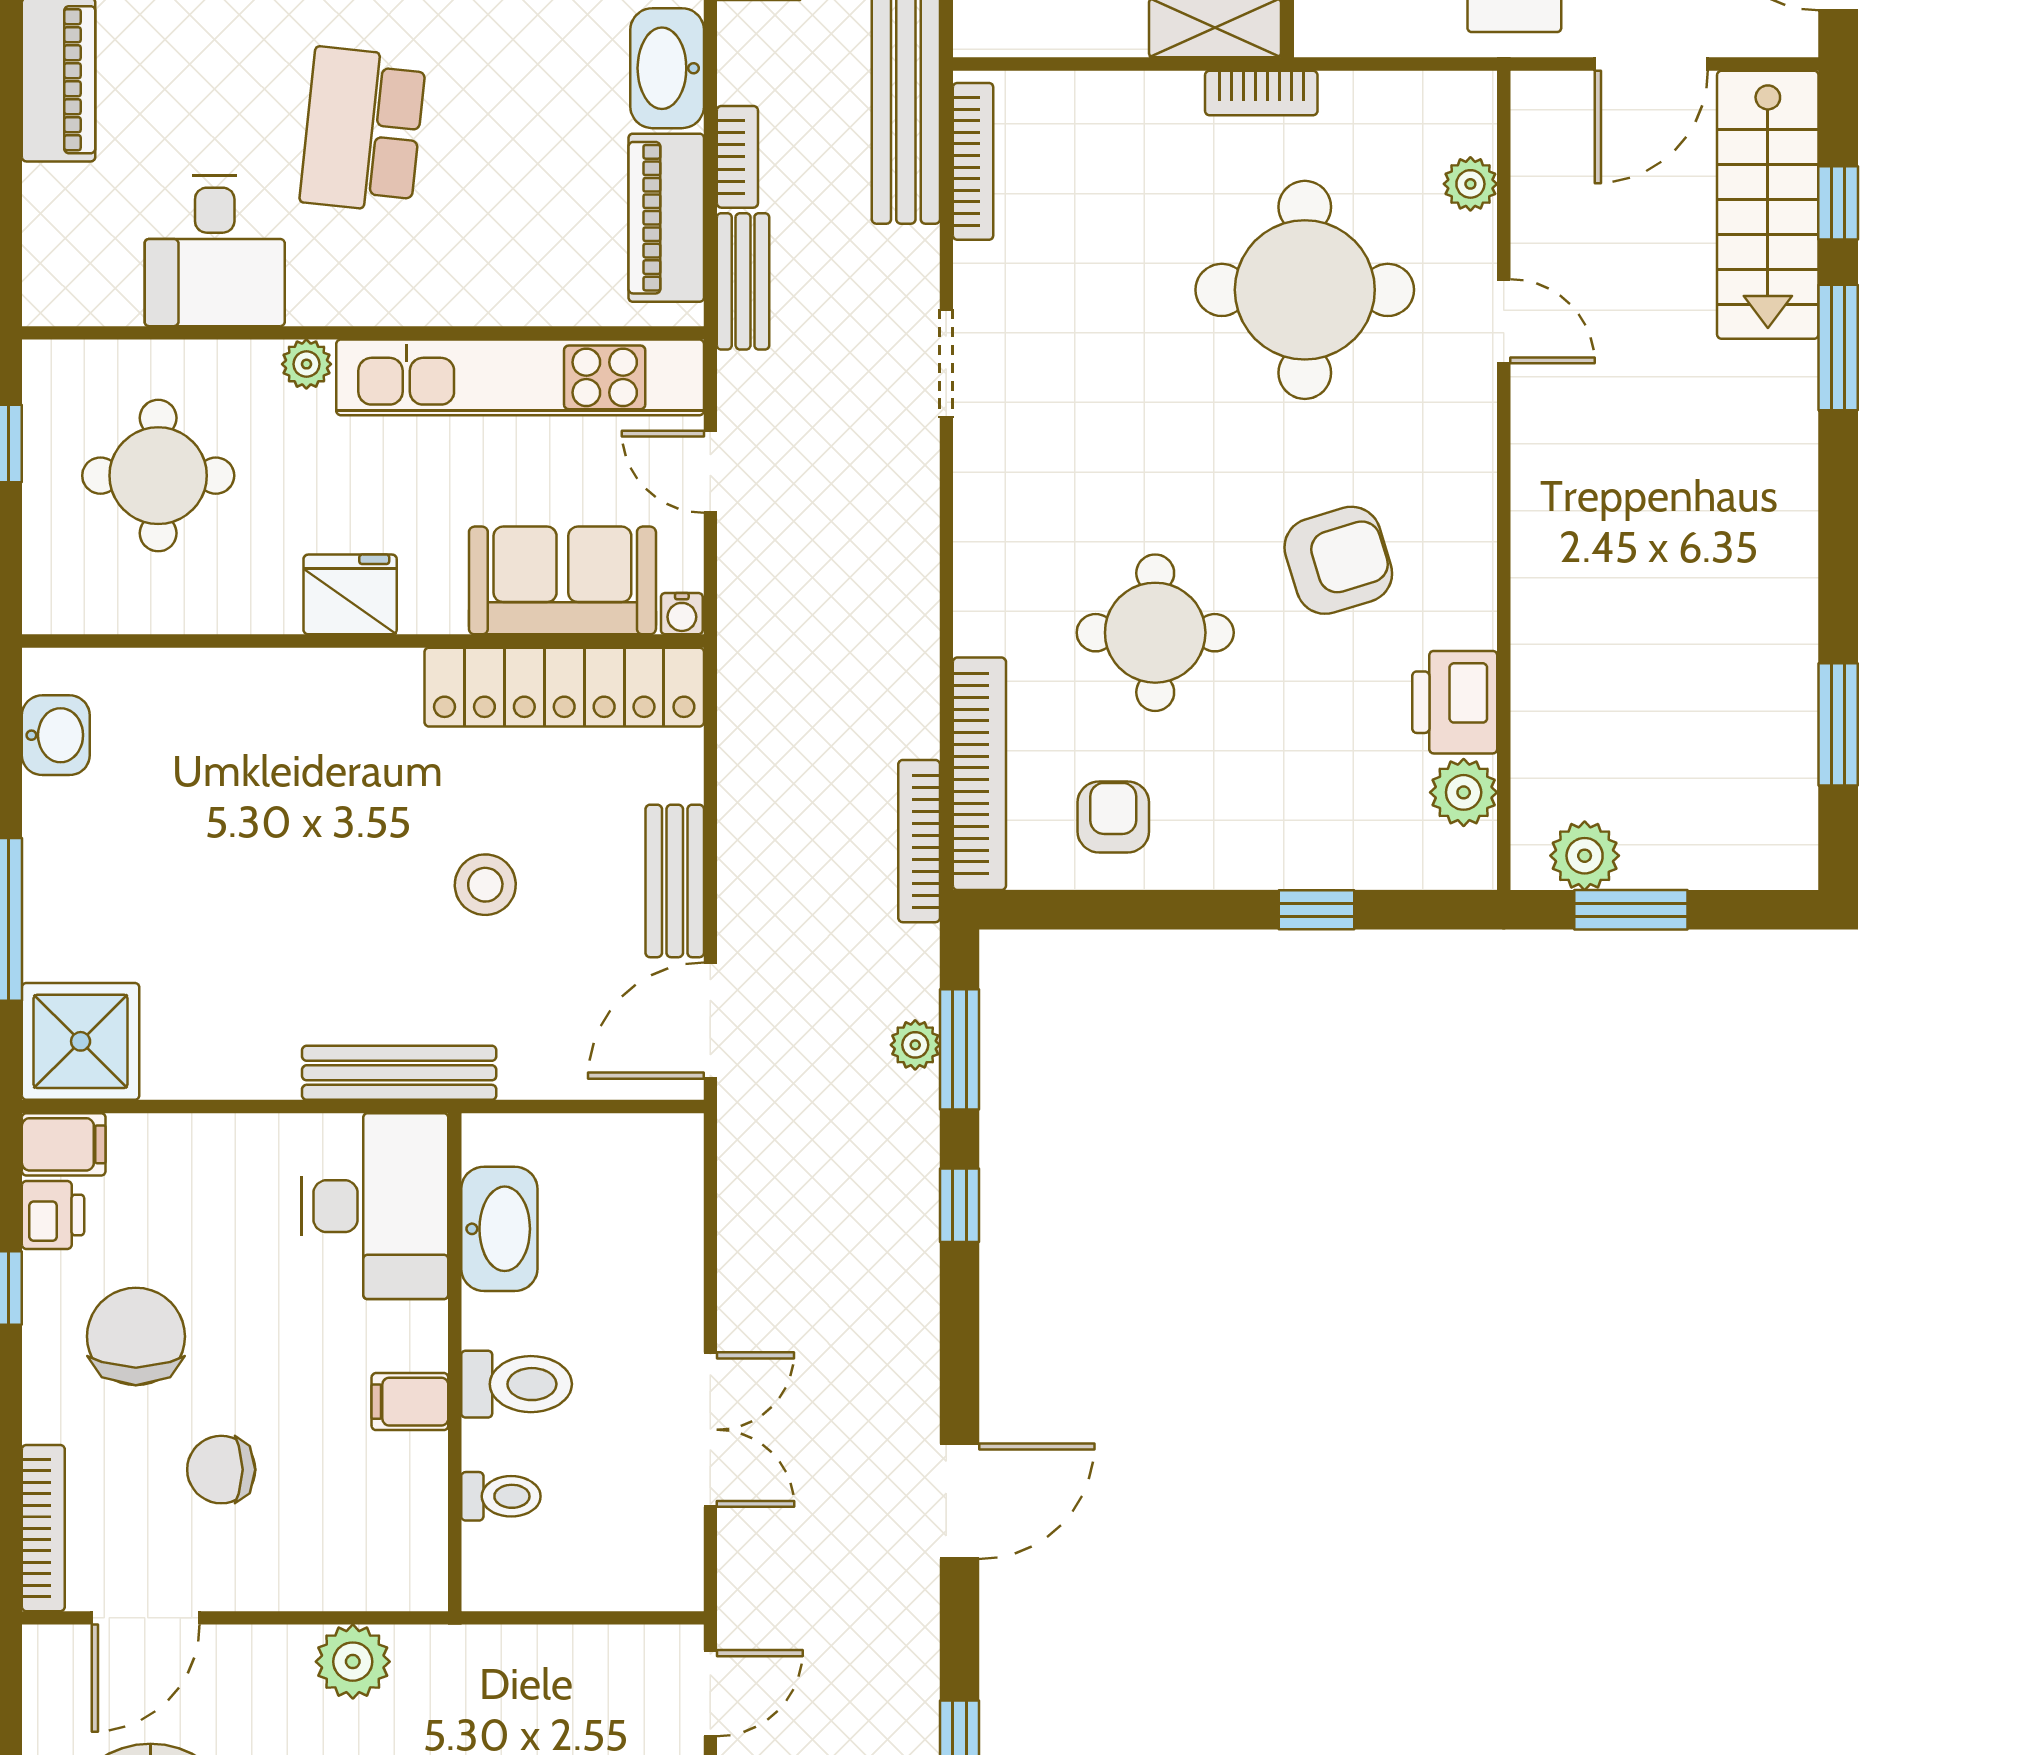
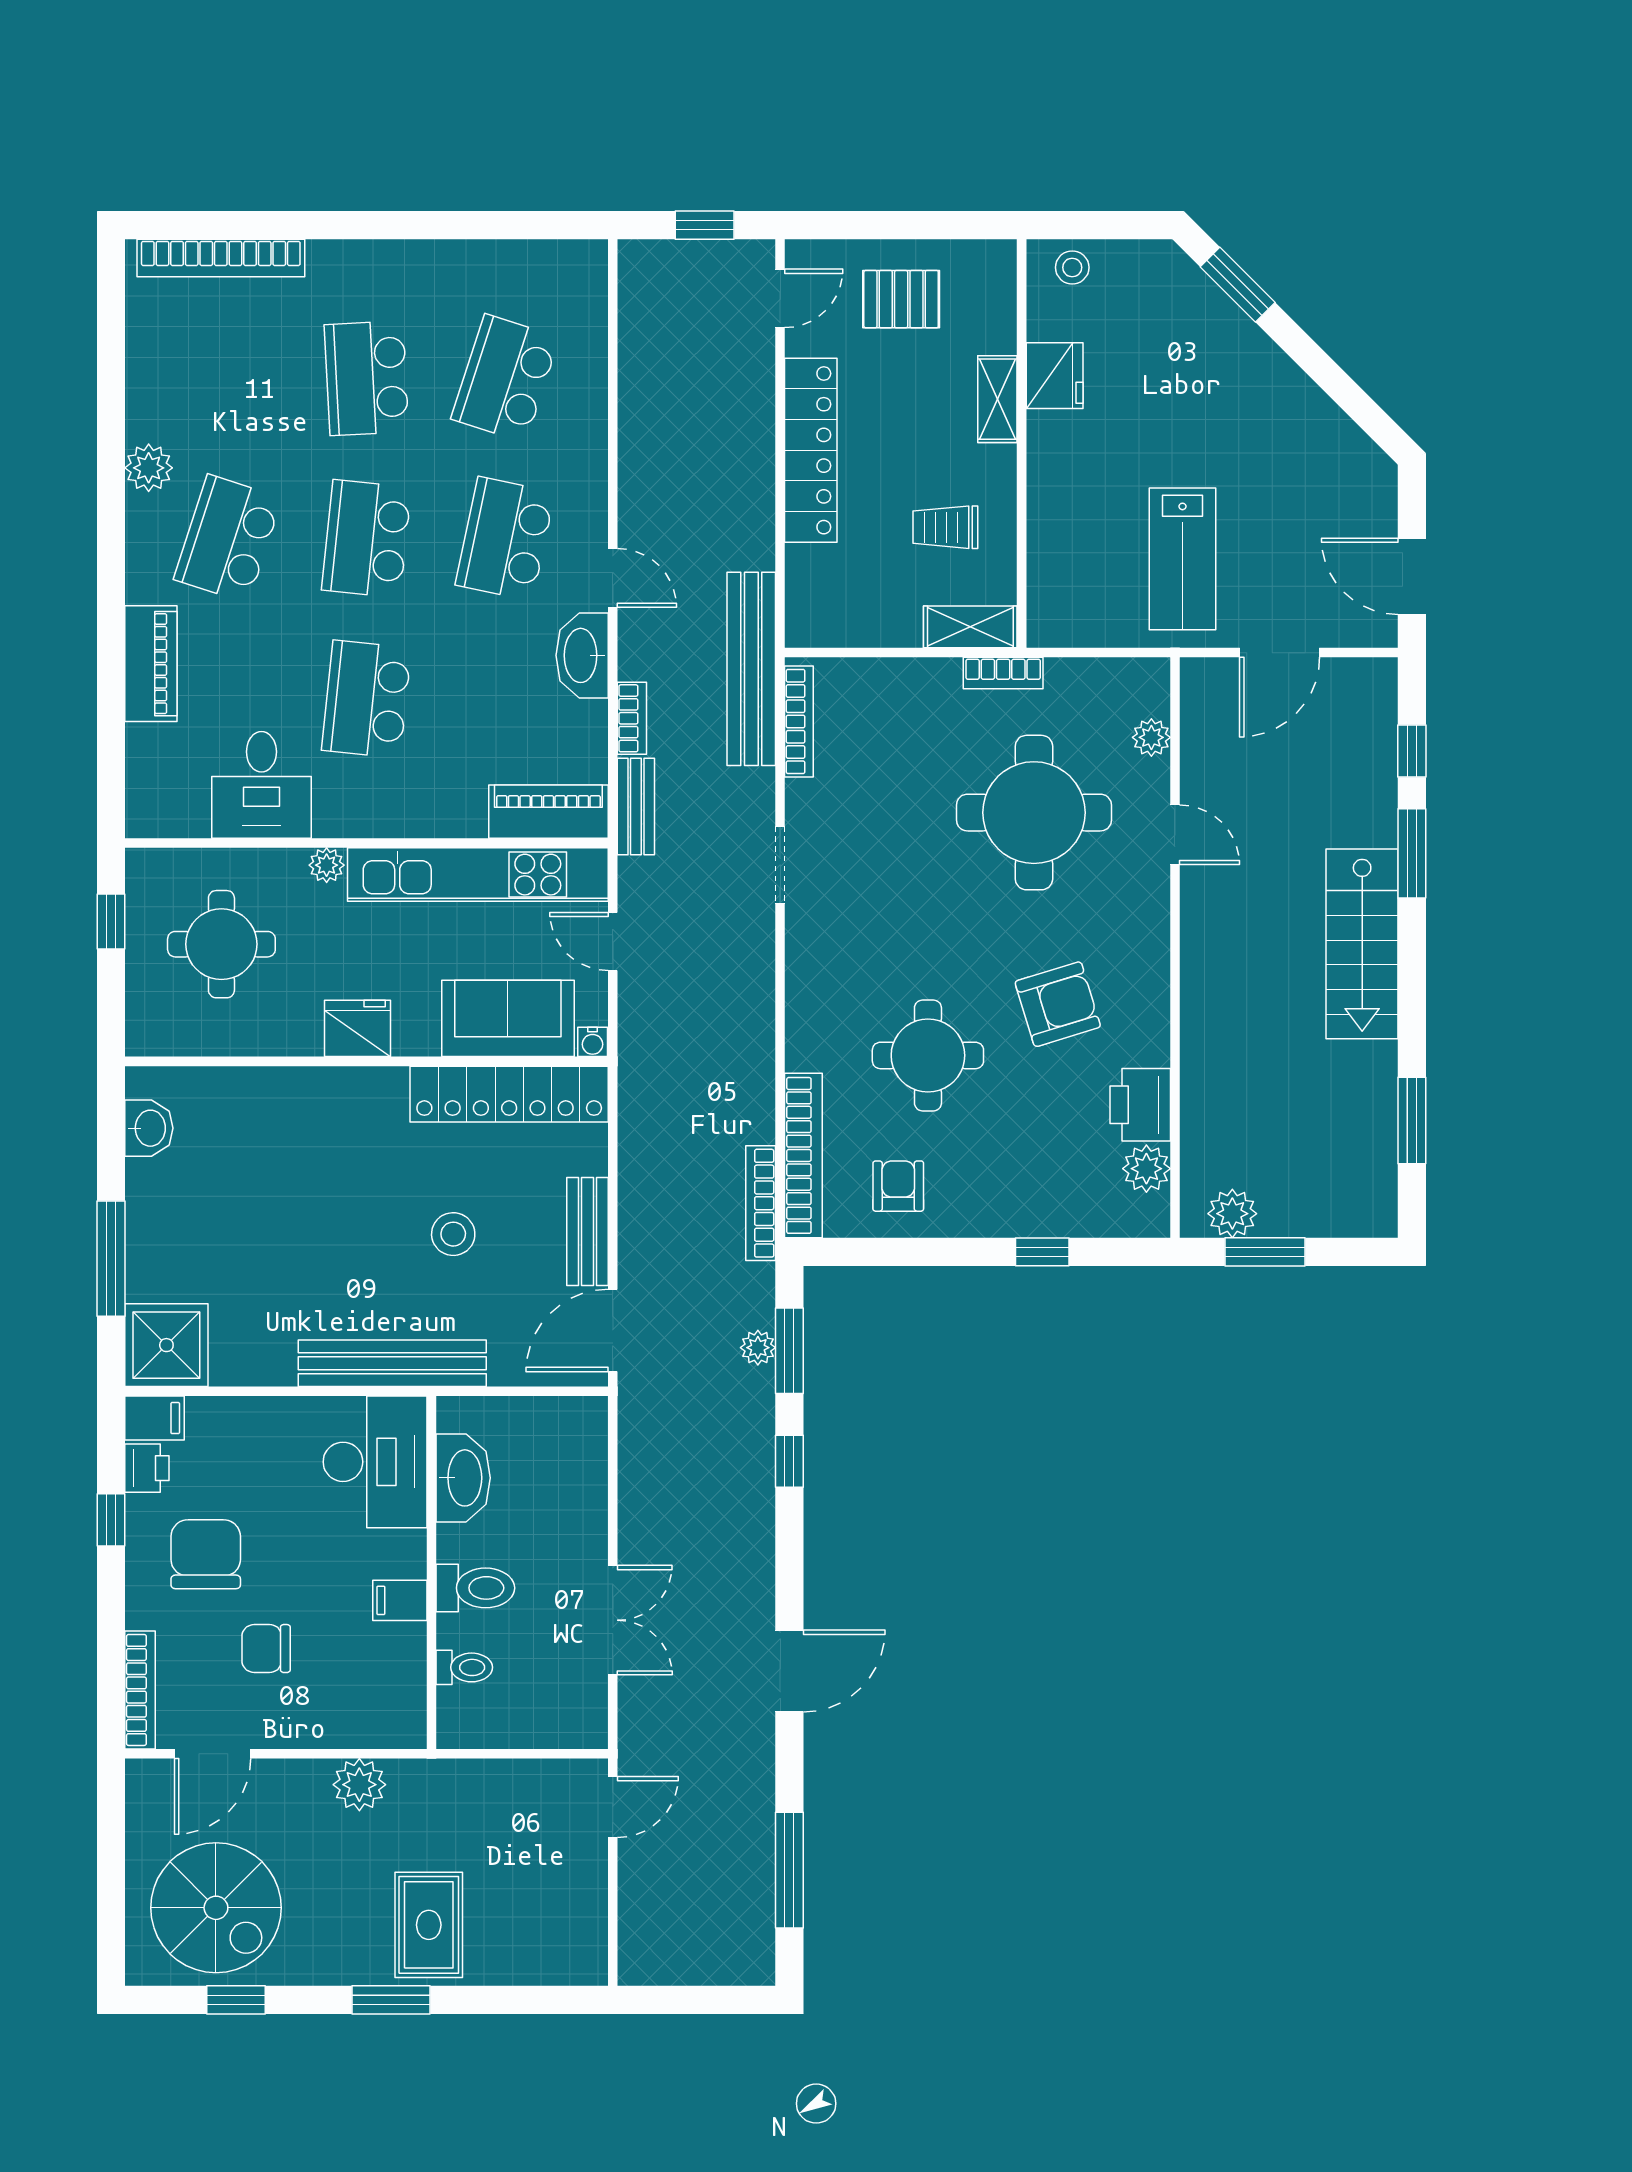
stairs: (1768, 205) -> (1362, 944), moved
piano: (666, 218) -> (548, 812), moved, turned 90
bench: (399, 1073) -> (392, 1363), width x1.37, depth x1.21

